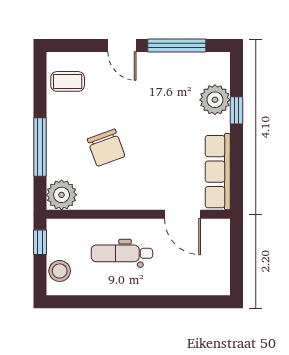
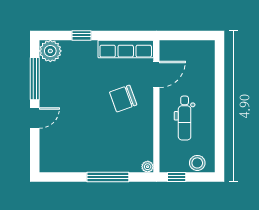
coffee table: (68, 81) -> (61, 157), removed
plant: (215, 100) -> (50, 51), moved
chair: (106, 148) -> (123, 99), moved, turned 180
plant: (62, 195) -> (148, 167), width x0.53, depth x0.53

